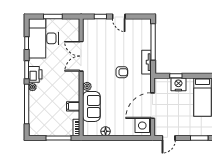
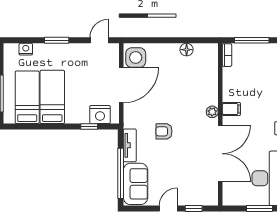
door: (119, 17) -> (168, 208), hinge flipped
double door: (81, 56) -> (220, 154), width x1.36
nightstand: (178, 84) -> (100, 115), moved
filing cabinet: (73, 106) -> (231, 109), moved
sofa: (91, 106) -> (136, 184), moved, turned 180

